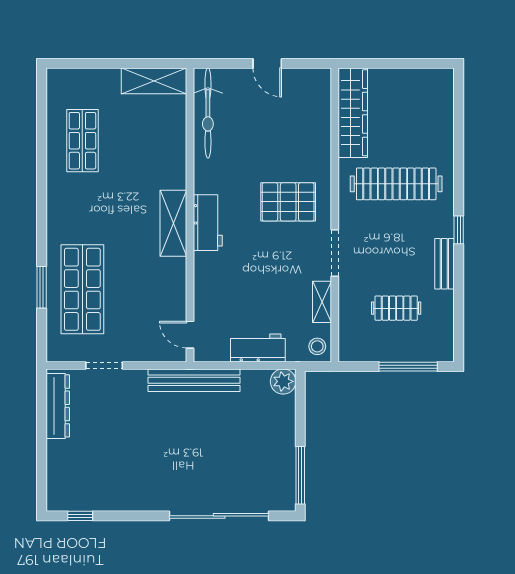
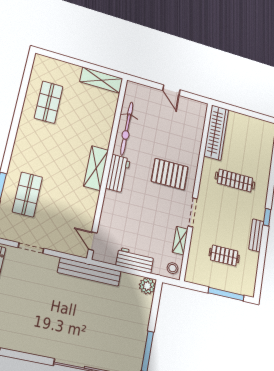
bicycle: (208, 113) -> (127, 128), moved
clothes rail: (396, 184) -> (235, 181), width x0.73, depth x0.76
shop shelf: (82, 289) -> (28, 194), width x0.70, depth x0.74

